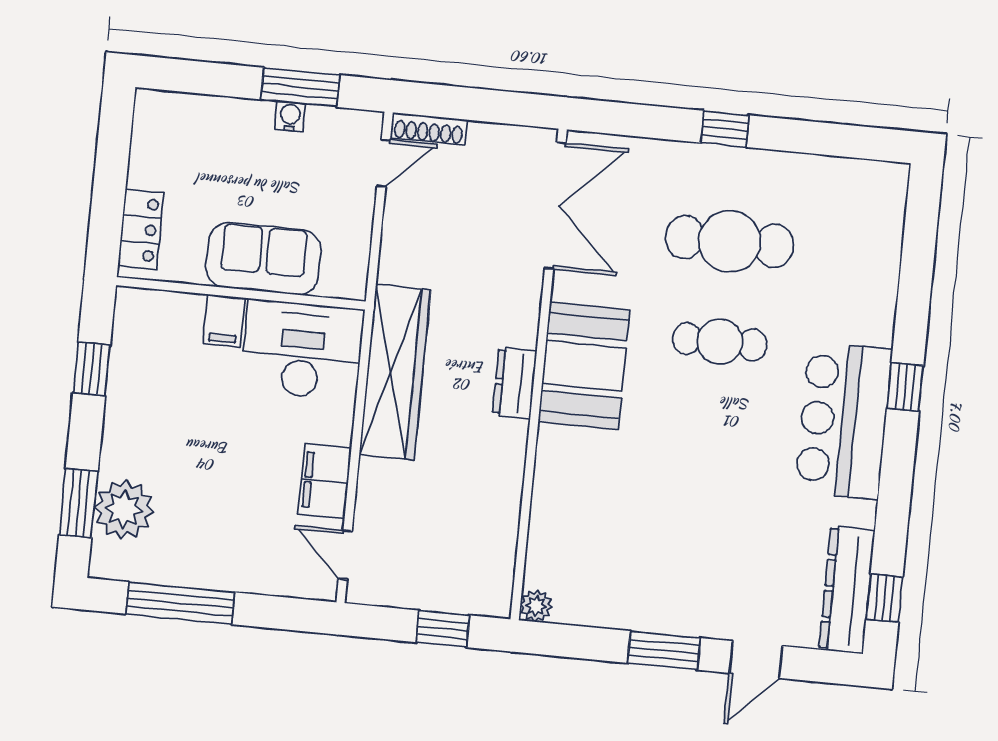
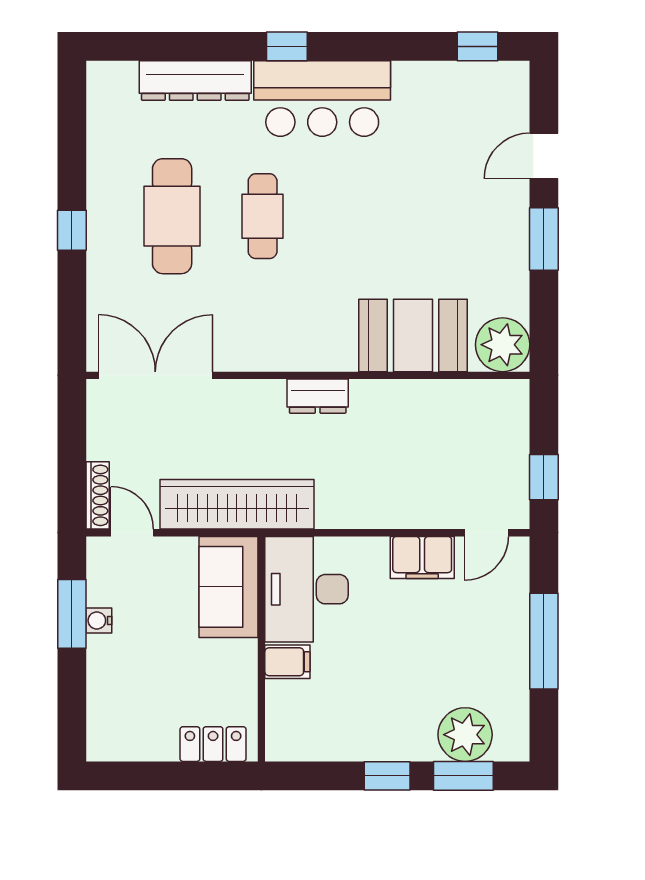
sofa: (263, 259) -> (229, 587), moved
booth: (584, 366) -> (413, 335), moved
window: (92, 369) -> (387, 776), moved
wardrobe: (395, 372) -> (237, 504), moved
dresser: (847, 590) -> (195, 81), moved
window: (180, 603) -> (544, 641), moved
plant: (536, 606) -> (503, 345), width x1.87, depth x1.87
window: (443, 629) -> (544, 477), moved
door: (756, 660) -> (544, 156), swing flipped

